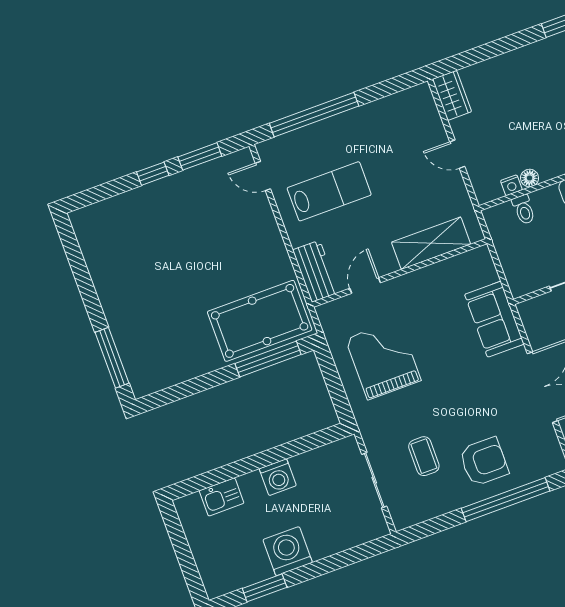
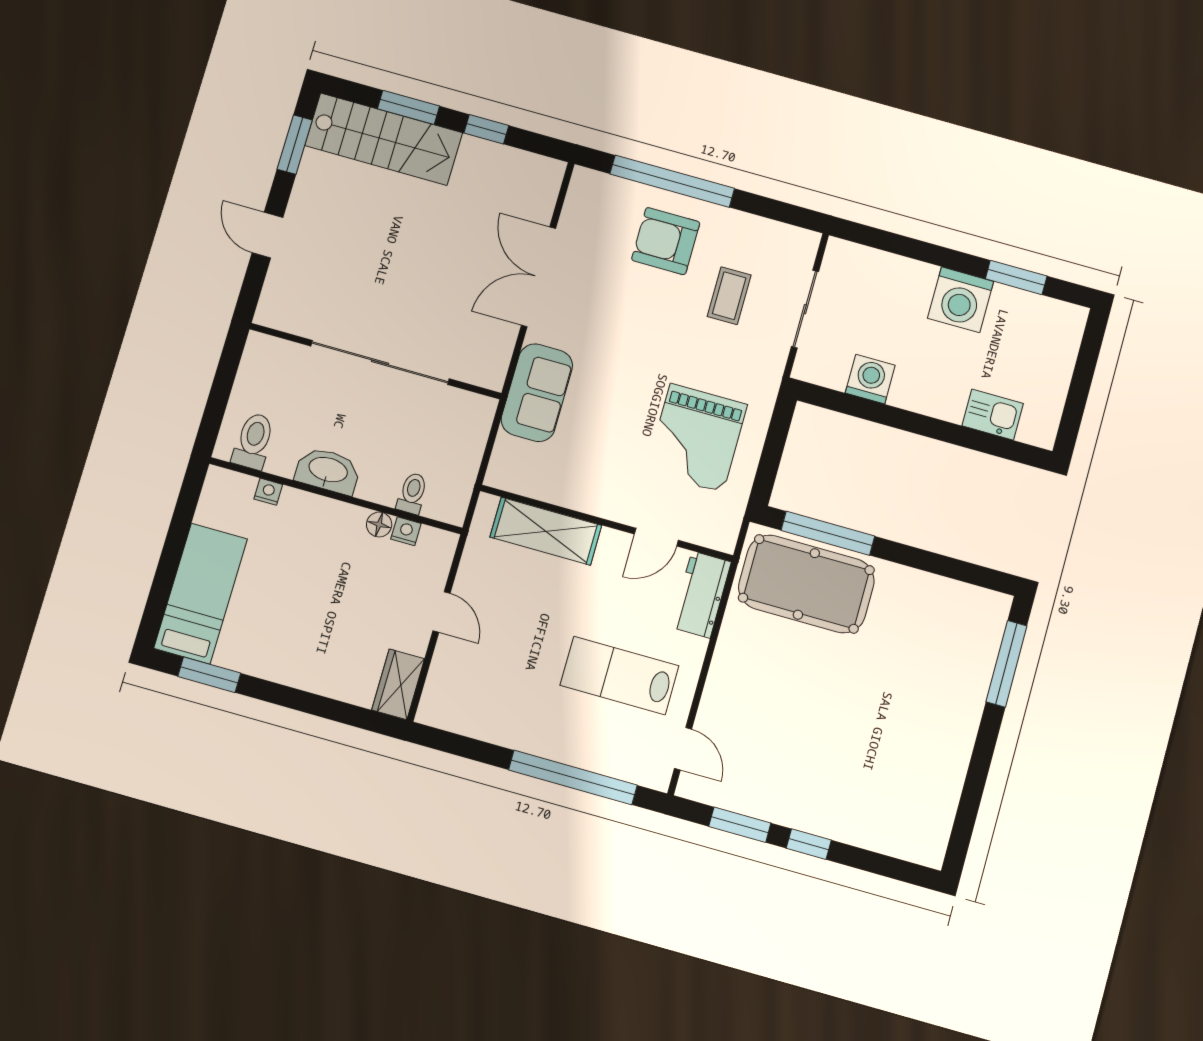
washing machine: (278, 477) -> (870, 379), moved

